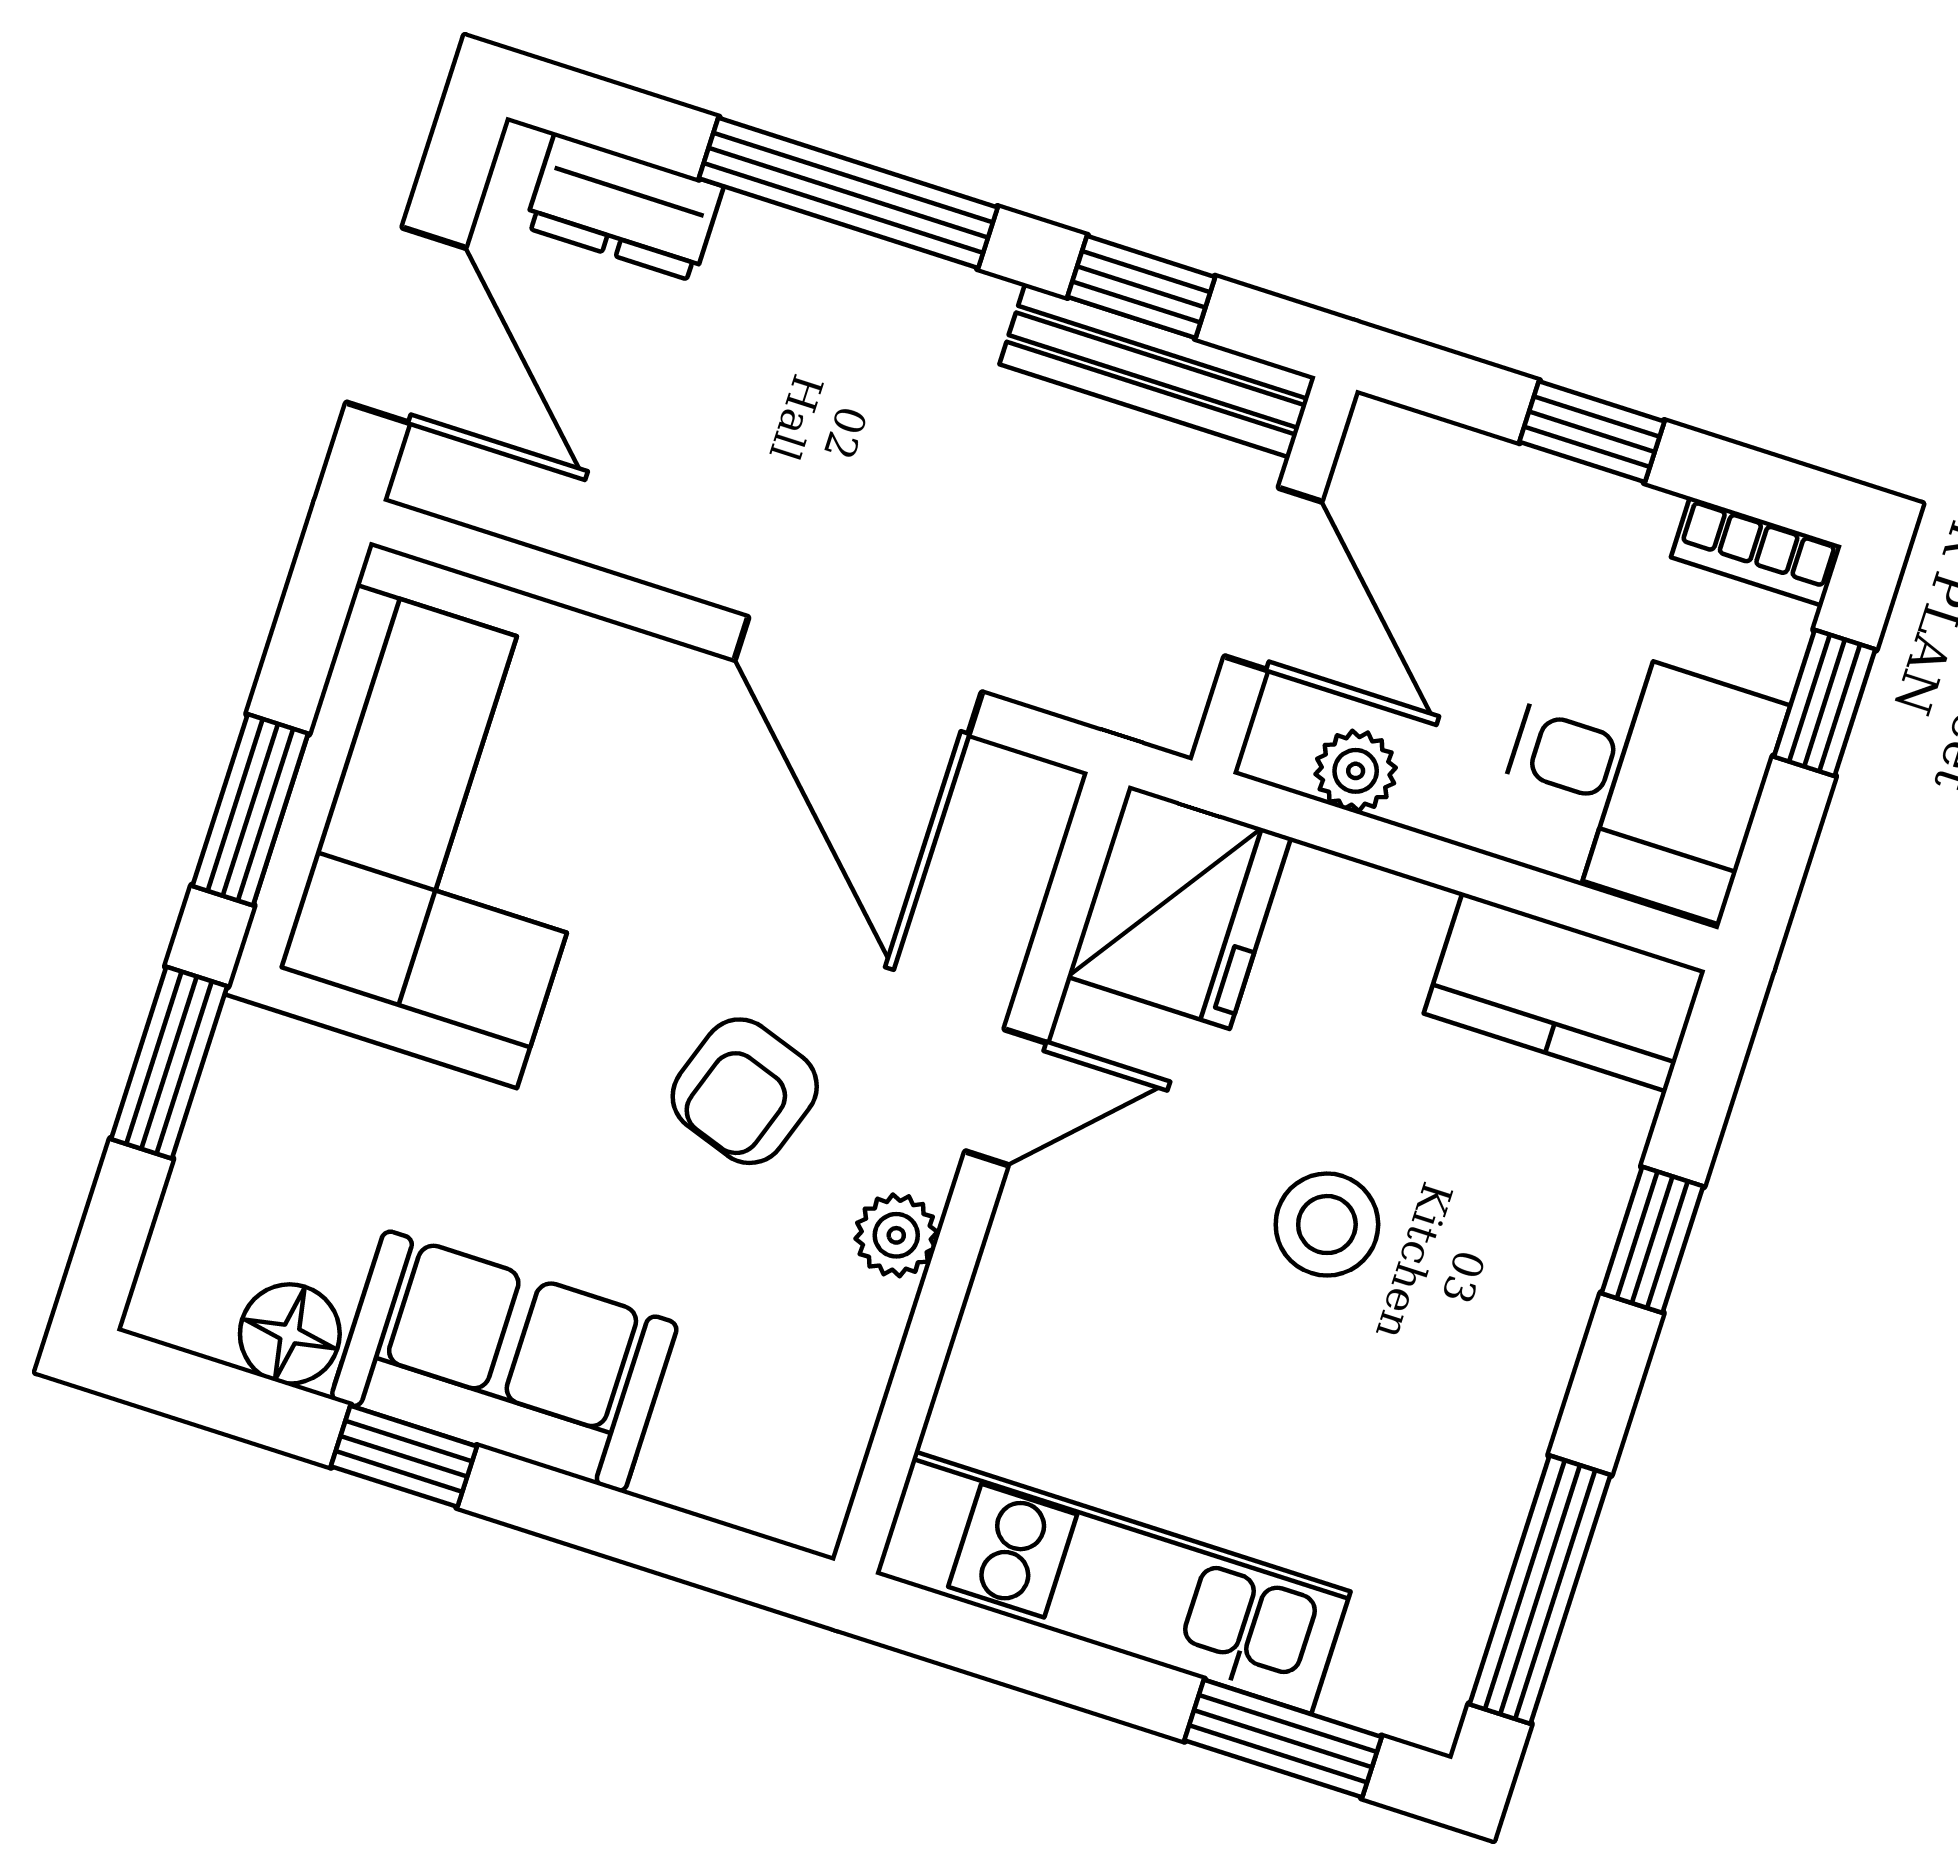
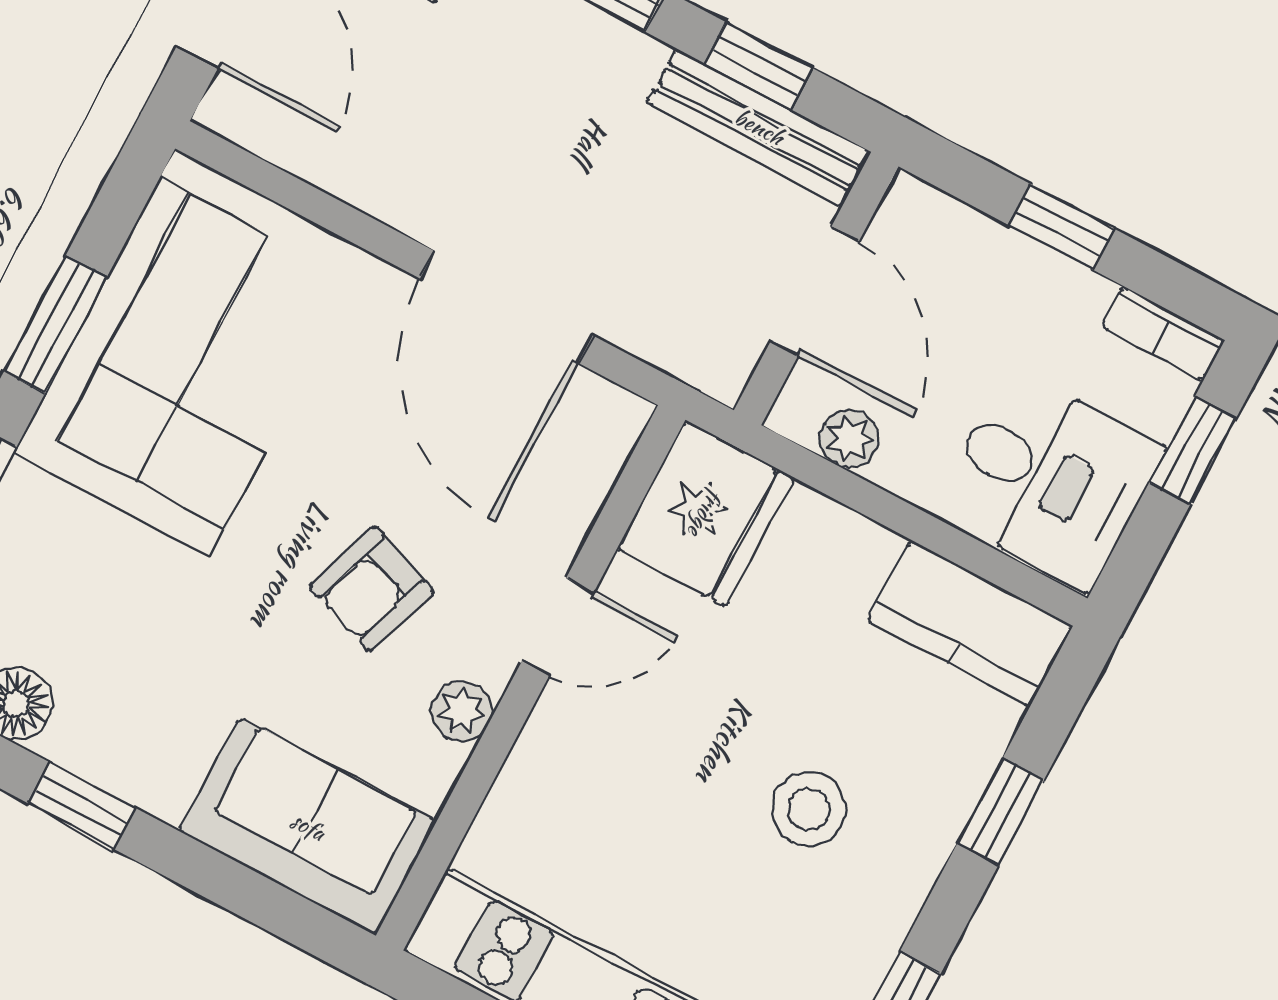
stool: (1327, 1225) -> (809, 809), moved
sofa: (504, 1361) -> (308, 826), moved

